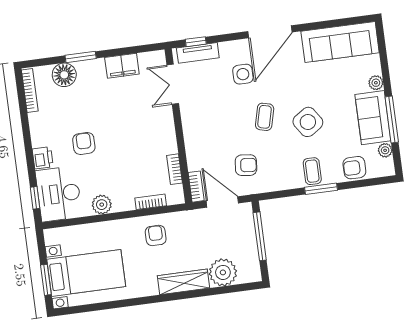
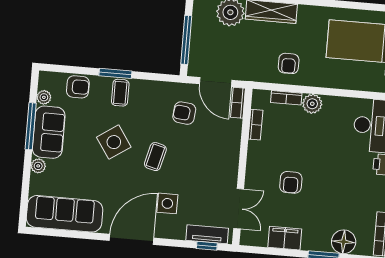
armchair: (84, 144) -> (291, 182), moved
plant: (102, 205) -> (312, 104), moved

